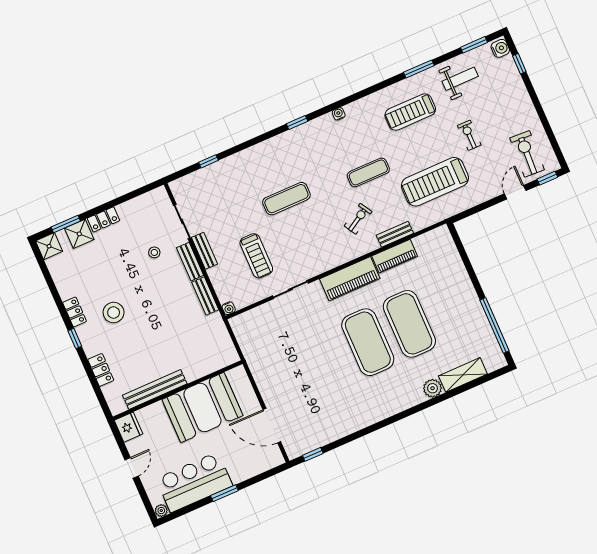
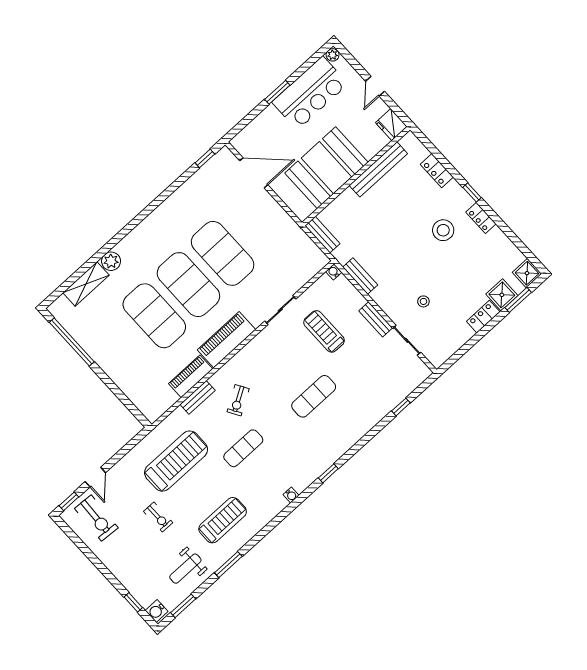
bench: (190, 262) -> (322, 235), moved
exercise mat: (326, 360) -> (223, 253), added

